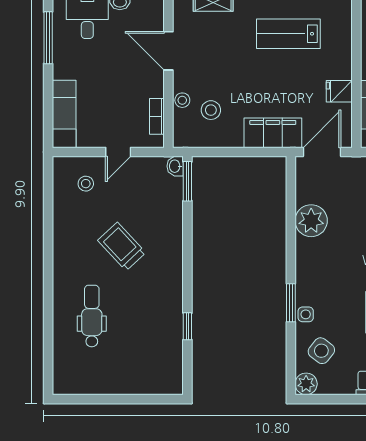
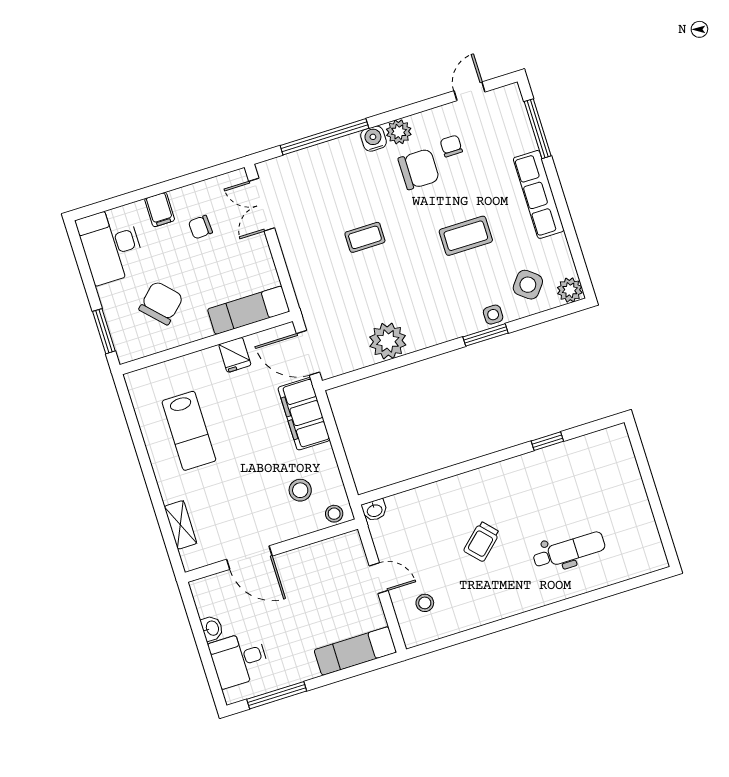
door: (168, 51) -> (249, 558), hinge flipped
stool: (182, 100) -> (334, 514), moved
bookcase: (157, 116) -> (326, 548), removed
window: (187, 181) -> (387, 491), removed
trolley: (122, 246) -> (482, 541), width x0.73, depth x0.72
dental chair: (92, 316) -> (569, 550), turned 180

